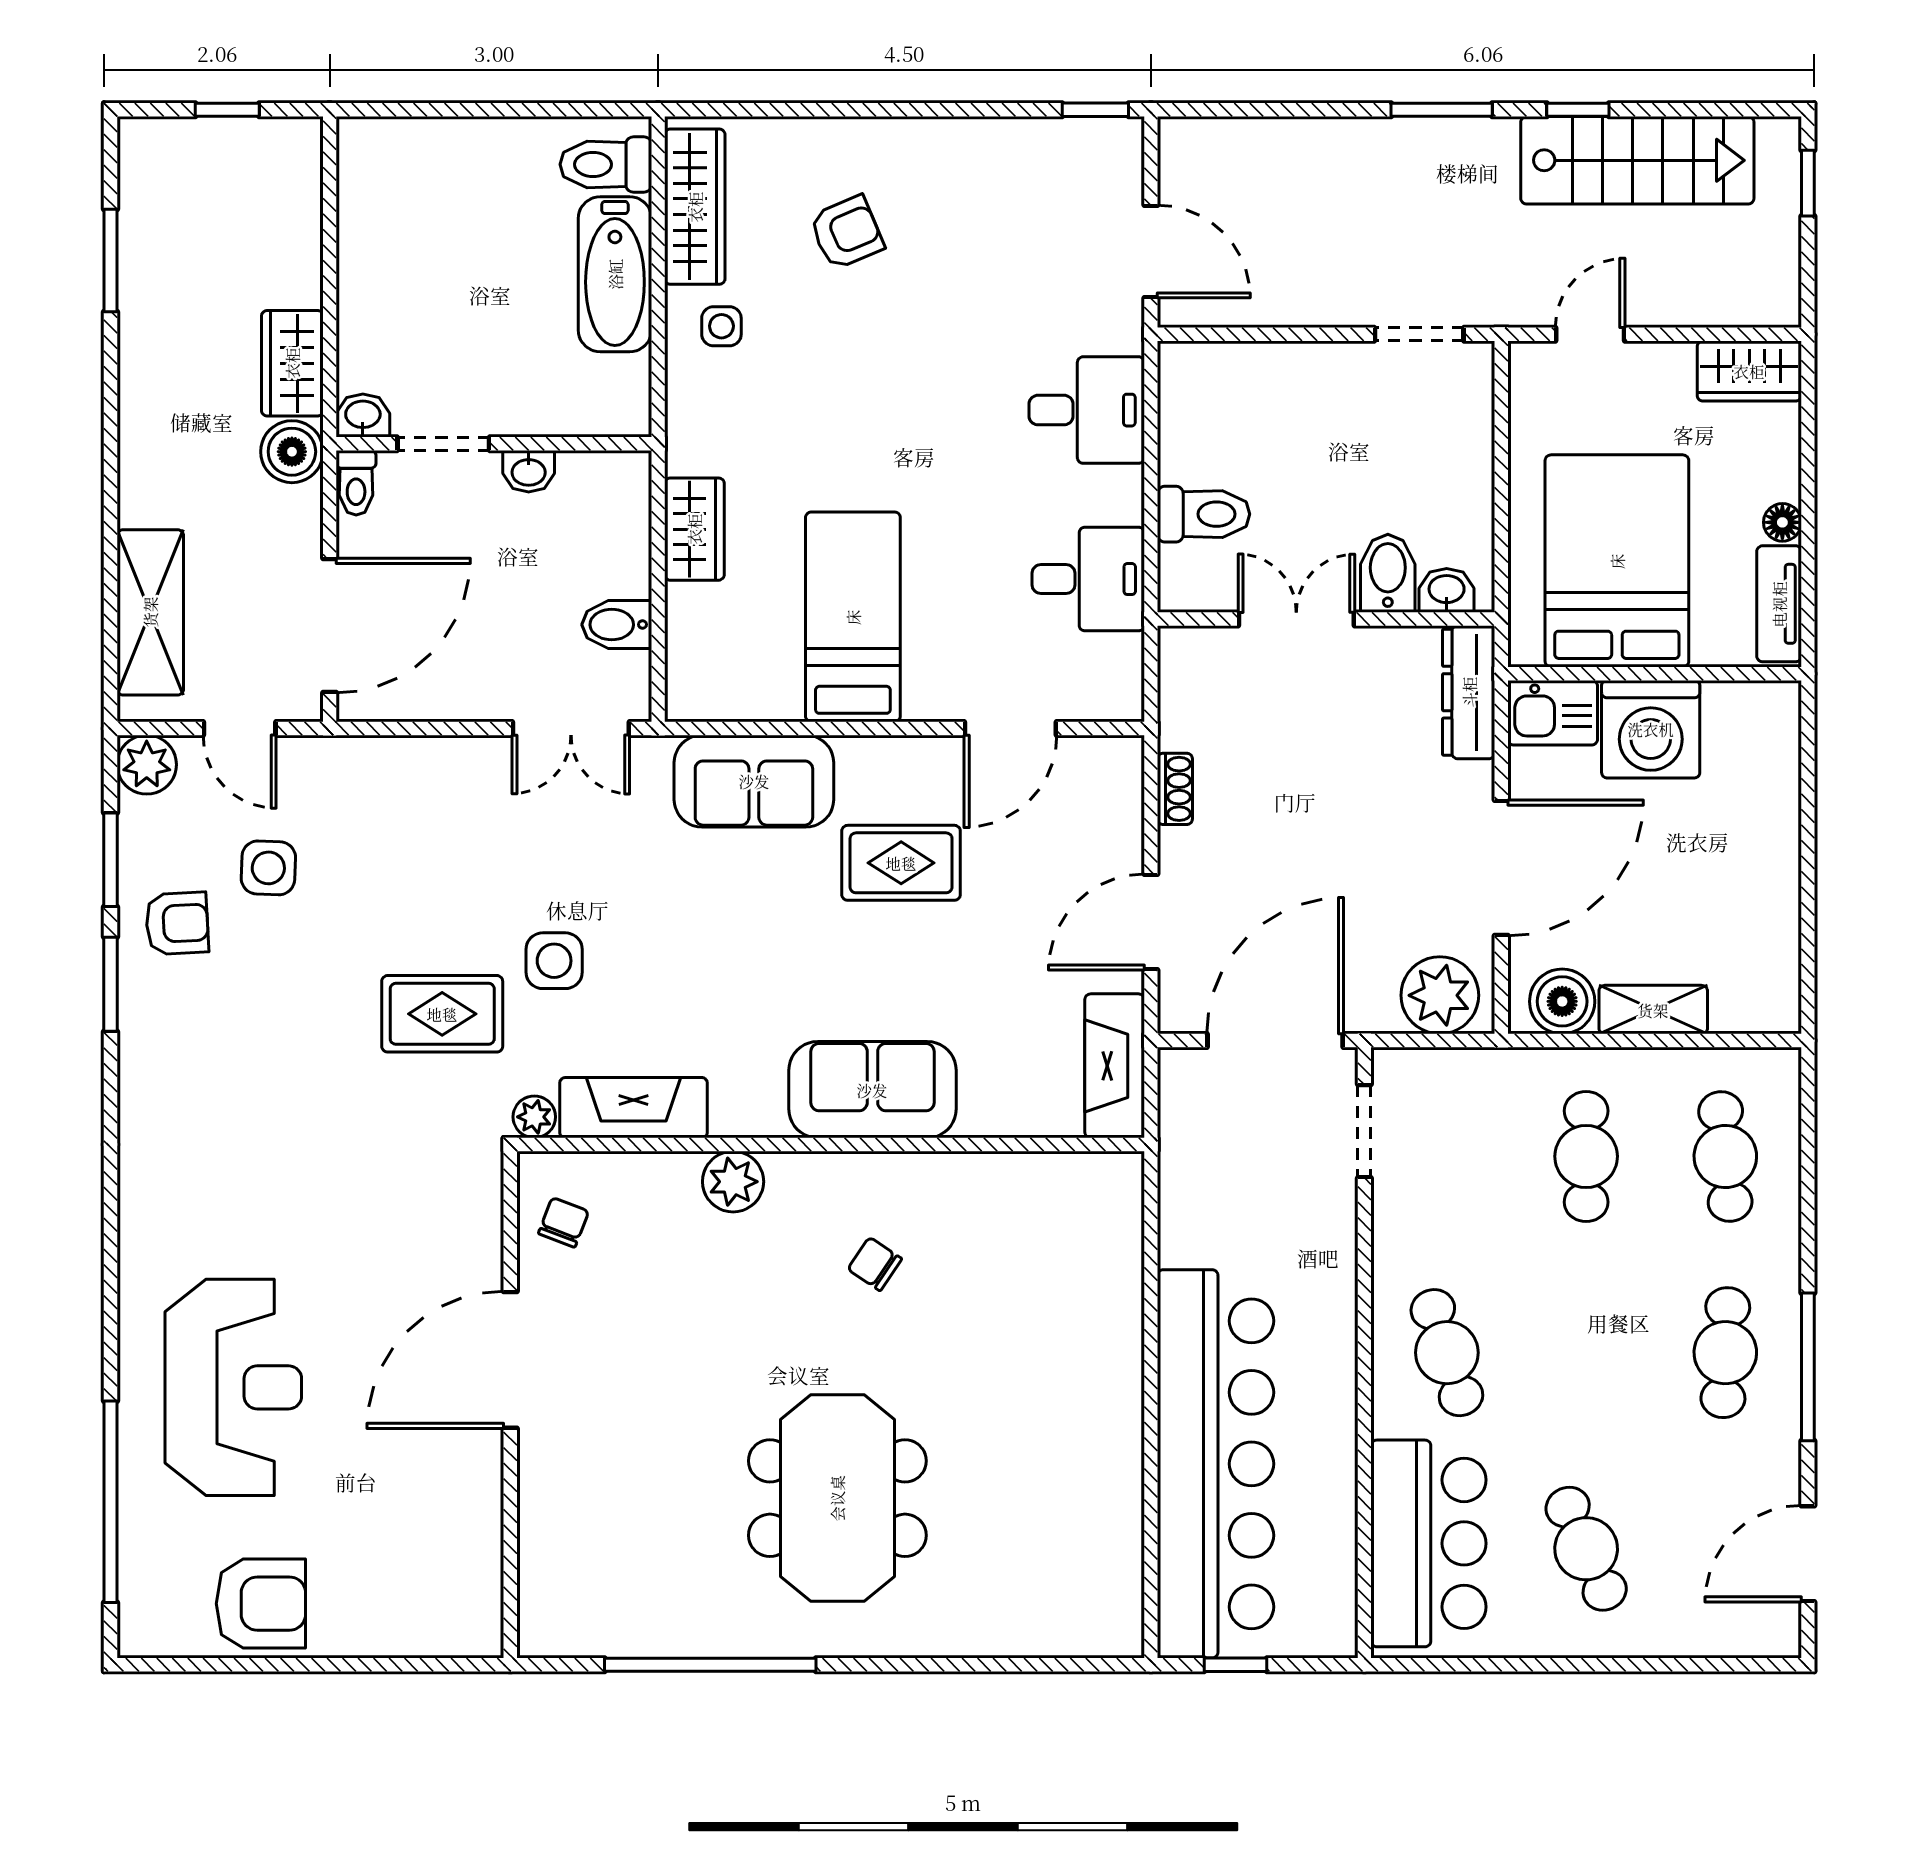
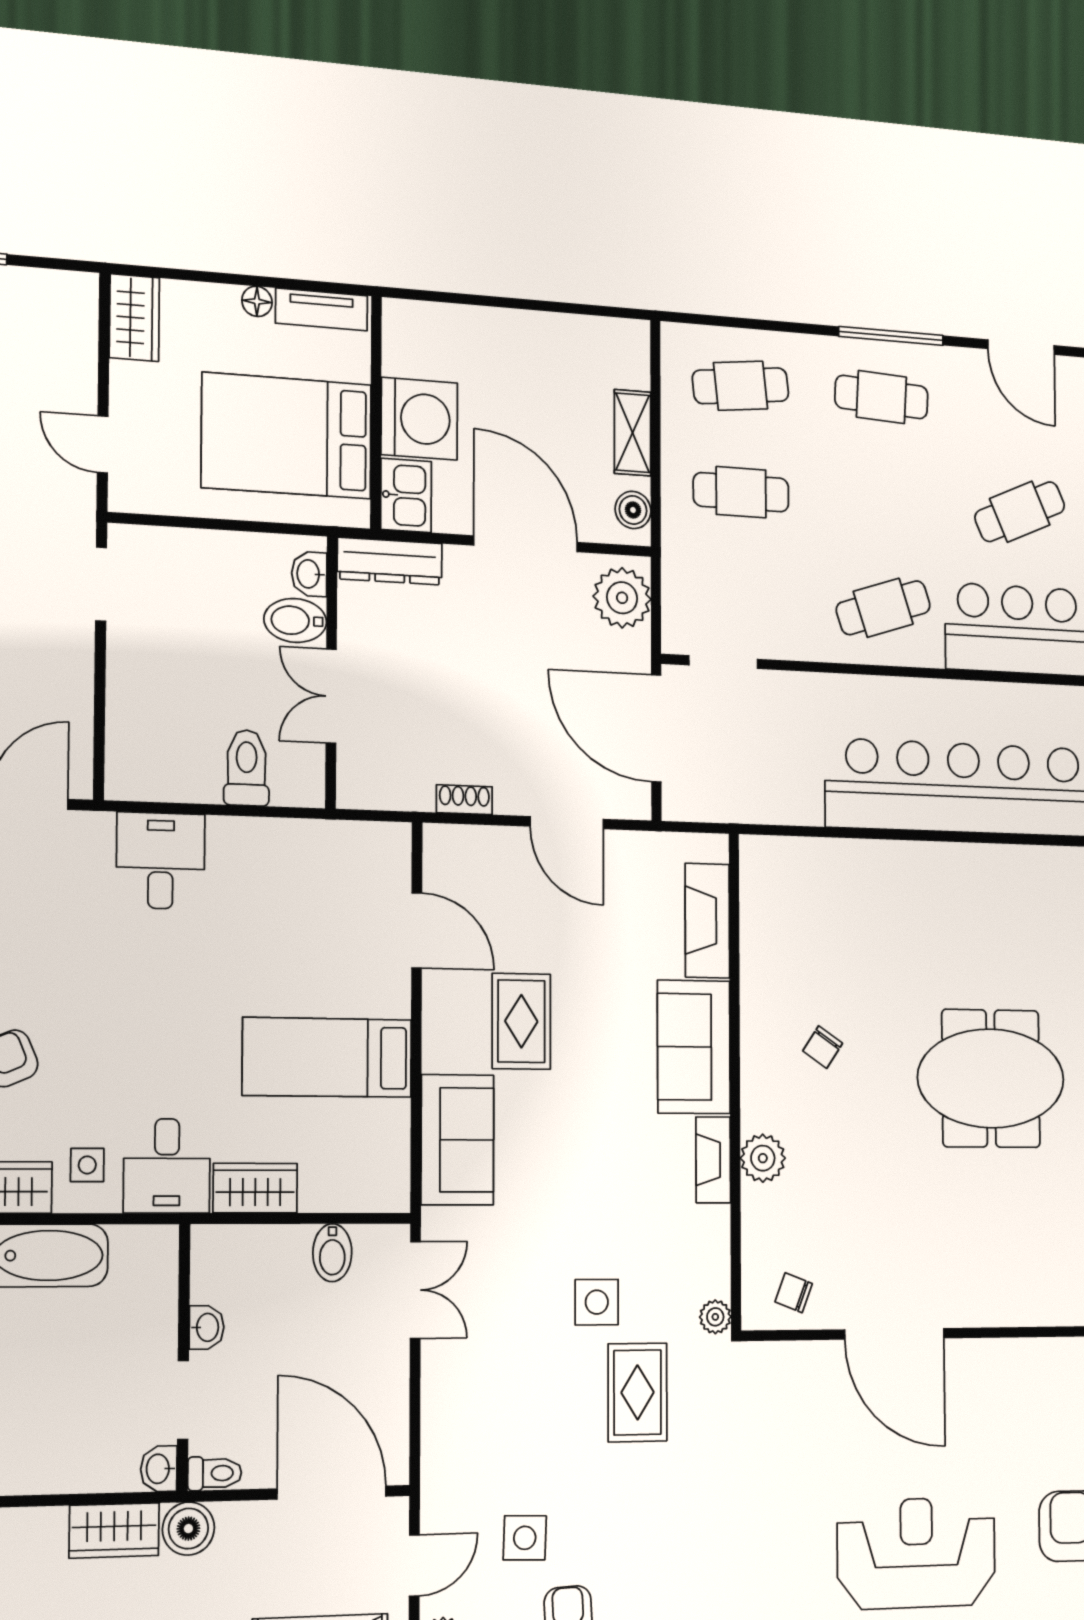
desk: (1088, 579) -> (167, 1166), moved, turned 180
boiler: (1562, 1001) -> (633, 510), width x0.73, depth x0.73
fireplace: (1115, 1066) -> (707, 921), moved, turned 90
fireplace: (634, 1108) -> (713, 1160), moved, width x0.73, depth x0.76

